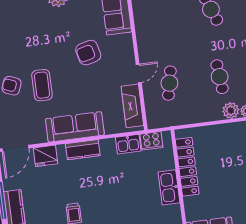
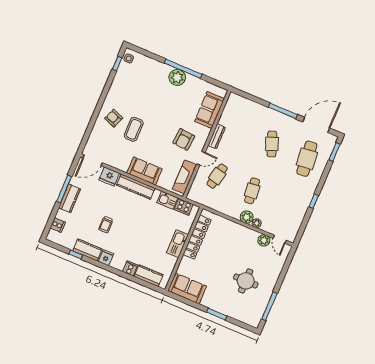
dresser: (142, 38) -> (217, 136), added
armchair: (88, 53) -> (184, 139), moved, turned -71
sofa: (75, 127) -> (144, 171), width x0.73
kitchen counter: (83, 150) -> (136, 187), width x1.50

